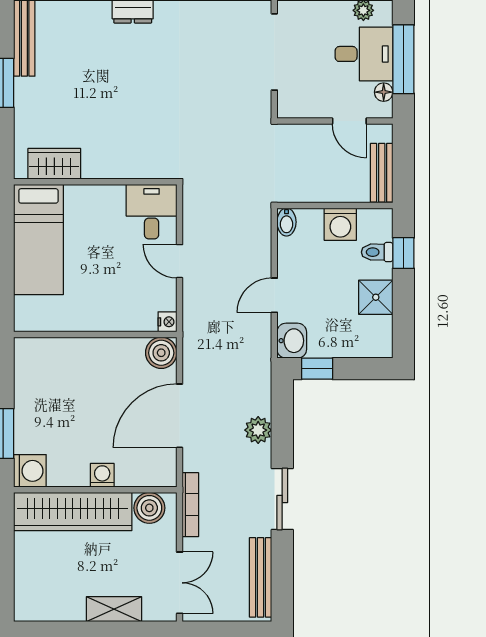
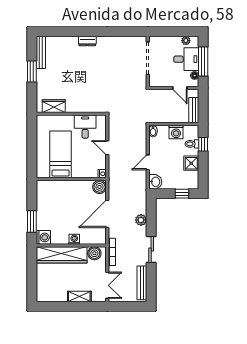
desk: (152, 212) -> (85, 127), moved
bed: (38, 239) -> (61, 154), moved, turned 180
window: (317, 369) -> (182, 194), moved

